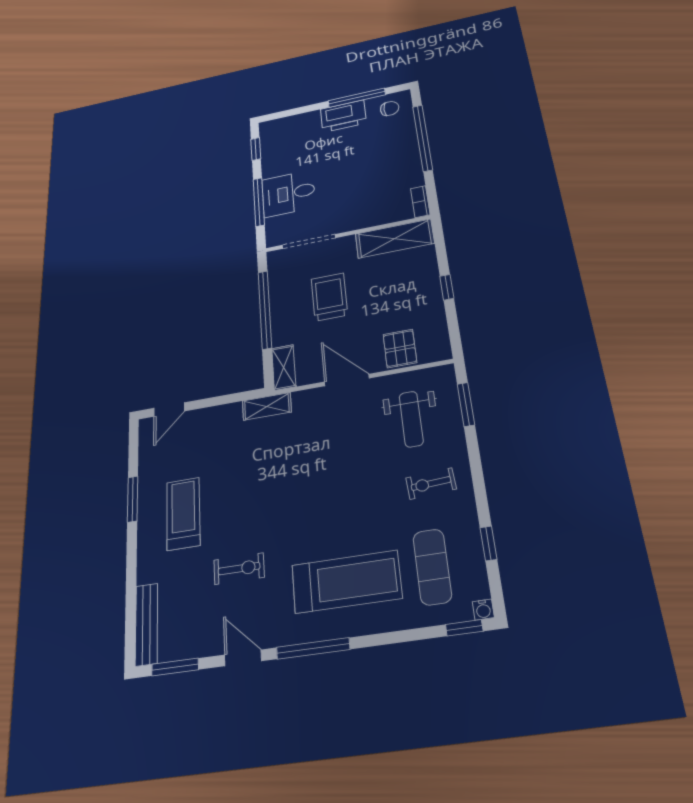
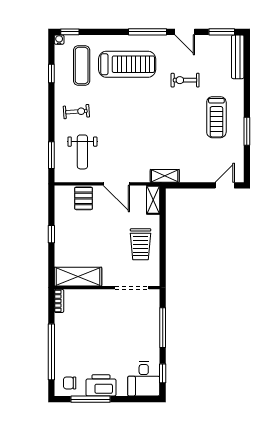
desk: (288, 194) -> (144, 379), moved, turned 90
trolley: (329, 297) -> (141, 244), moved
window: (265, 309) -> (163, 243), removed
weight bench: (411, 419) -> (82, 152), turned 180
treadmill: (346, 582) -> (127, 64), turned 180

